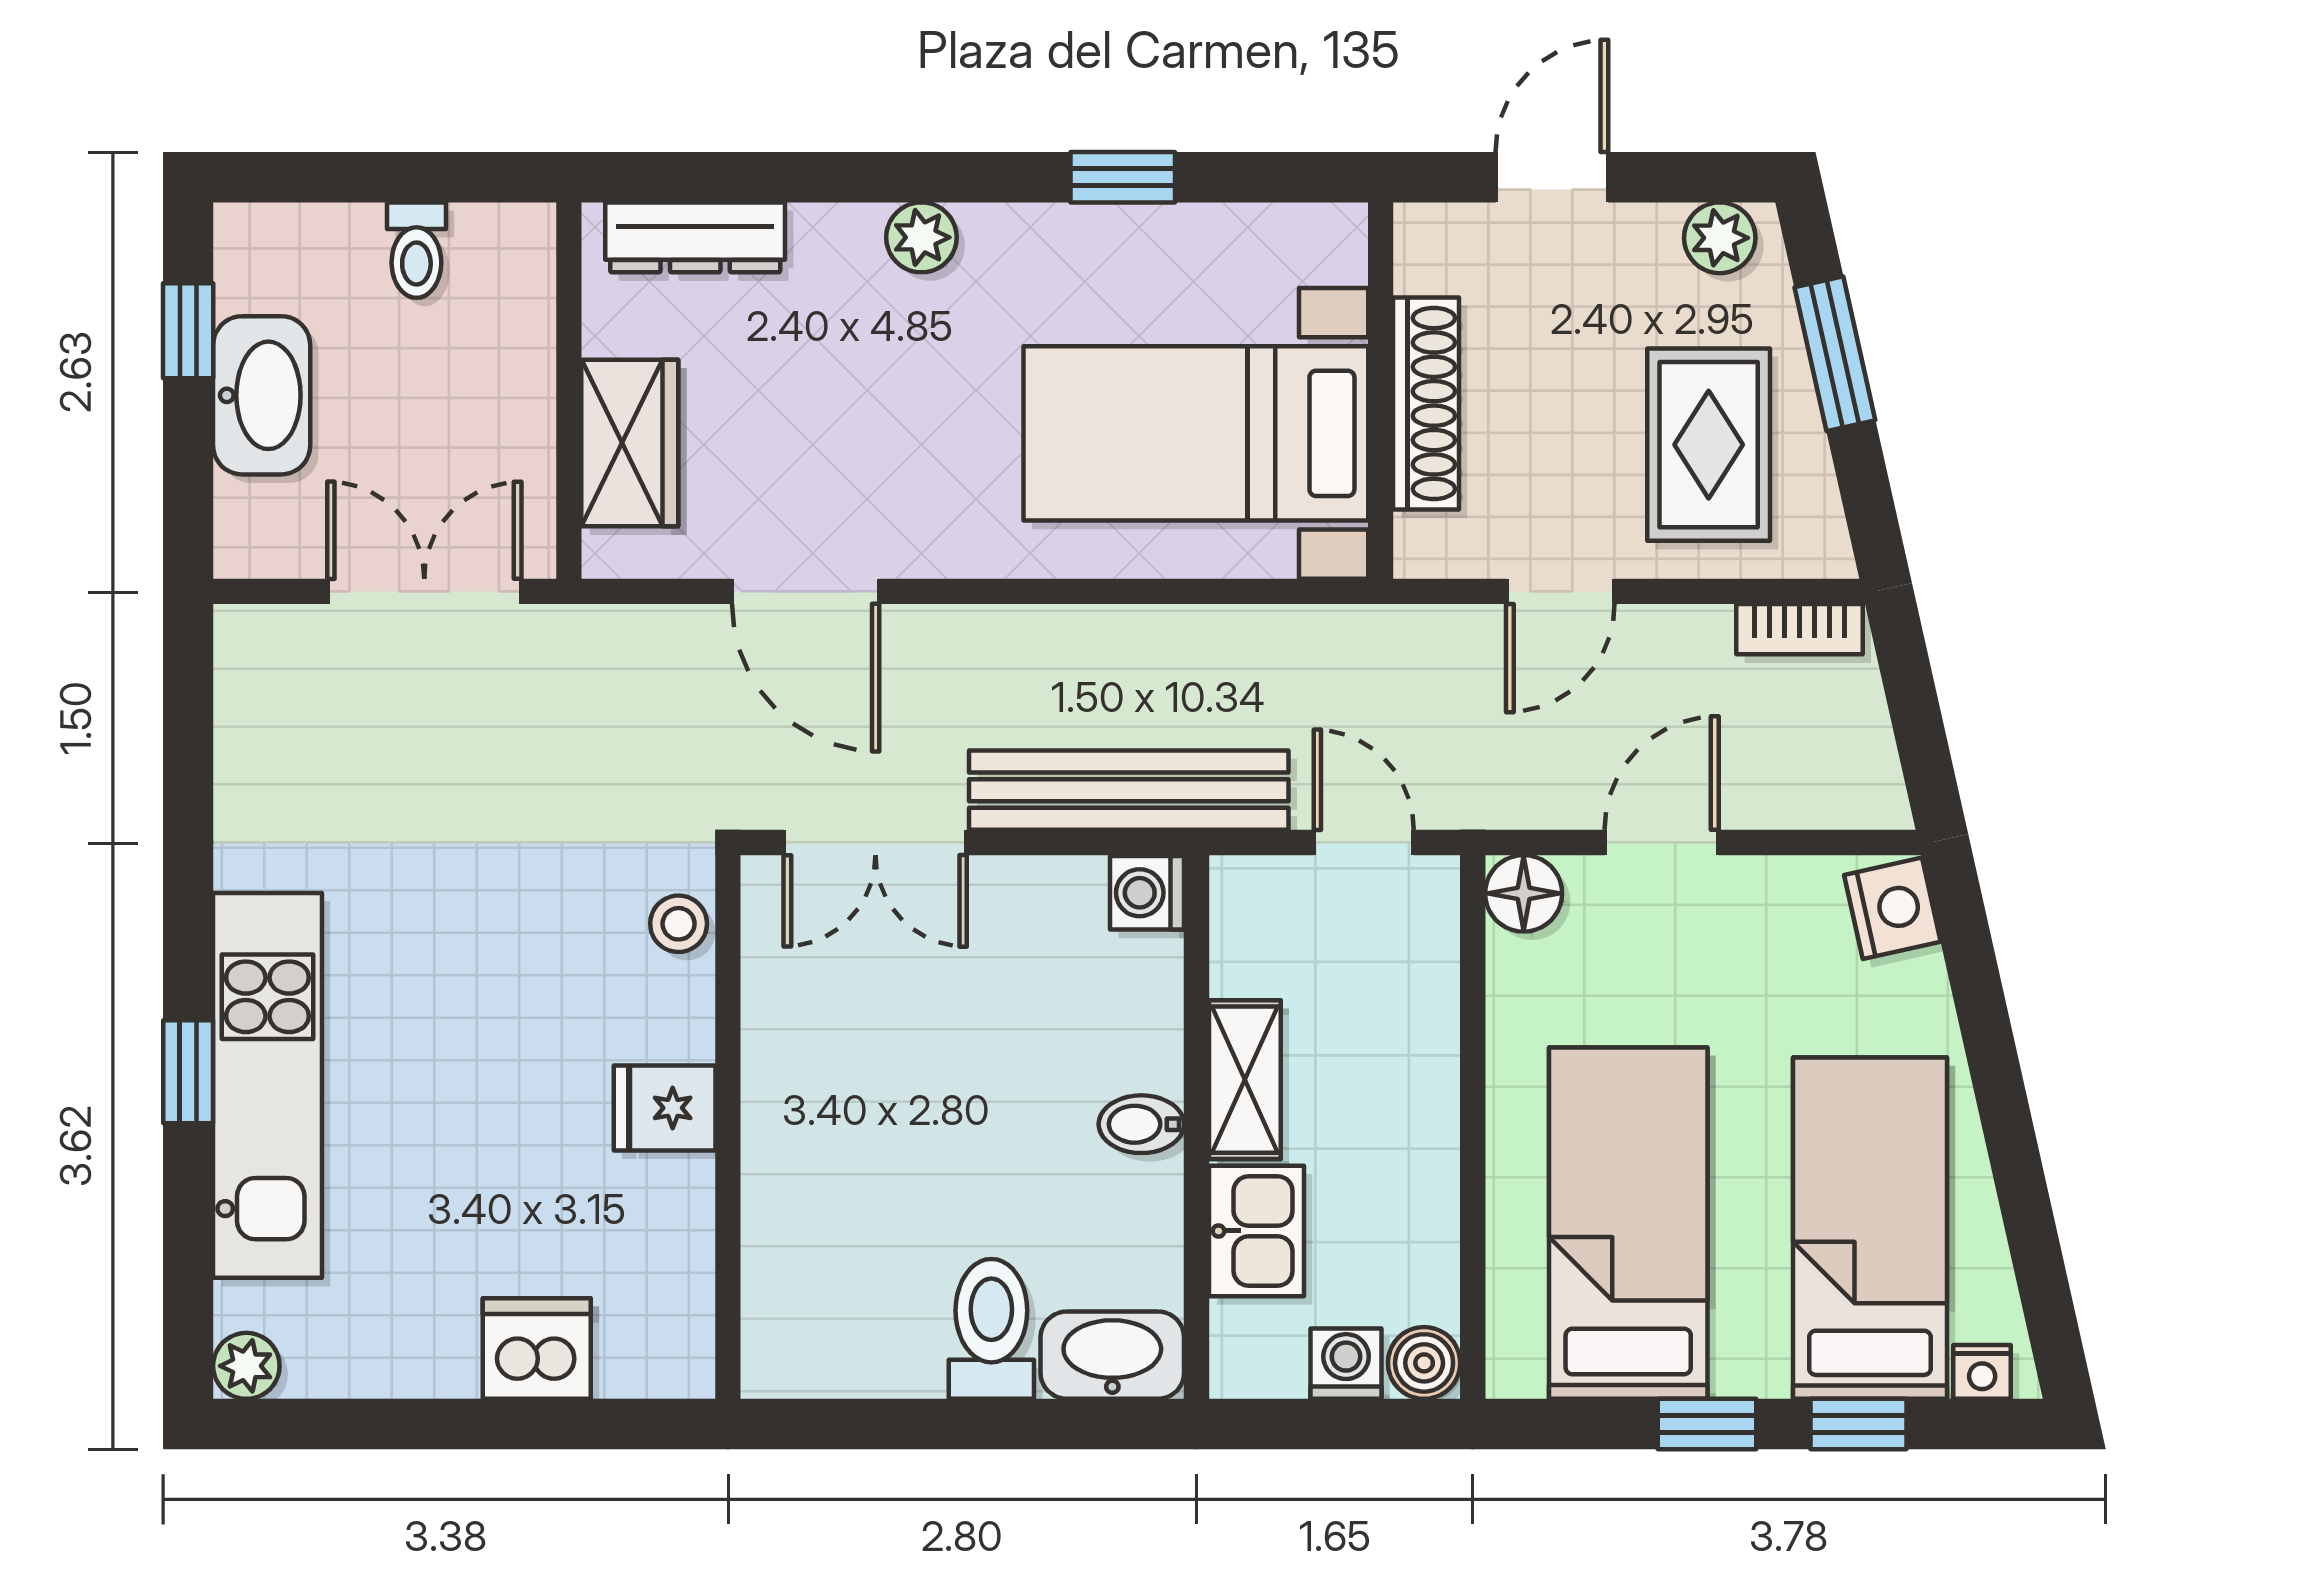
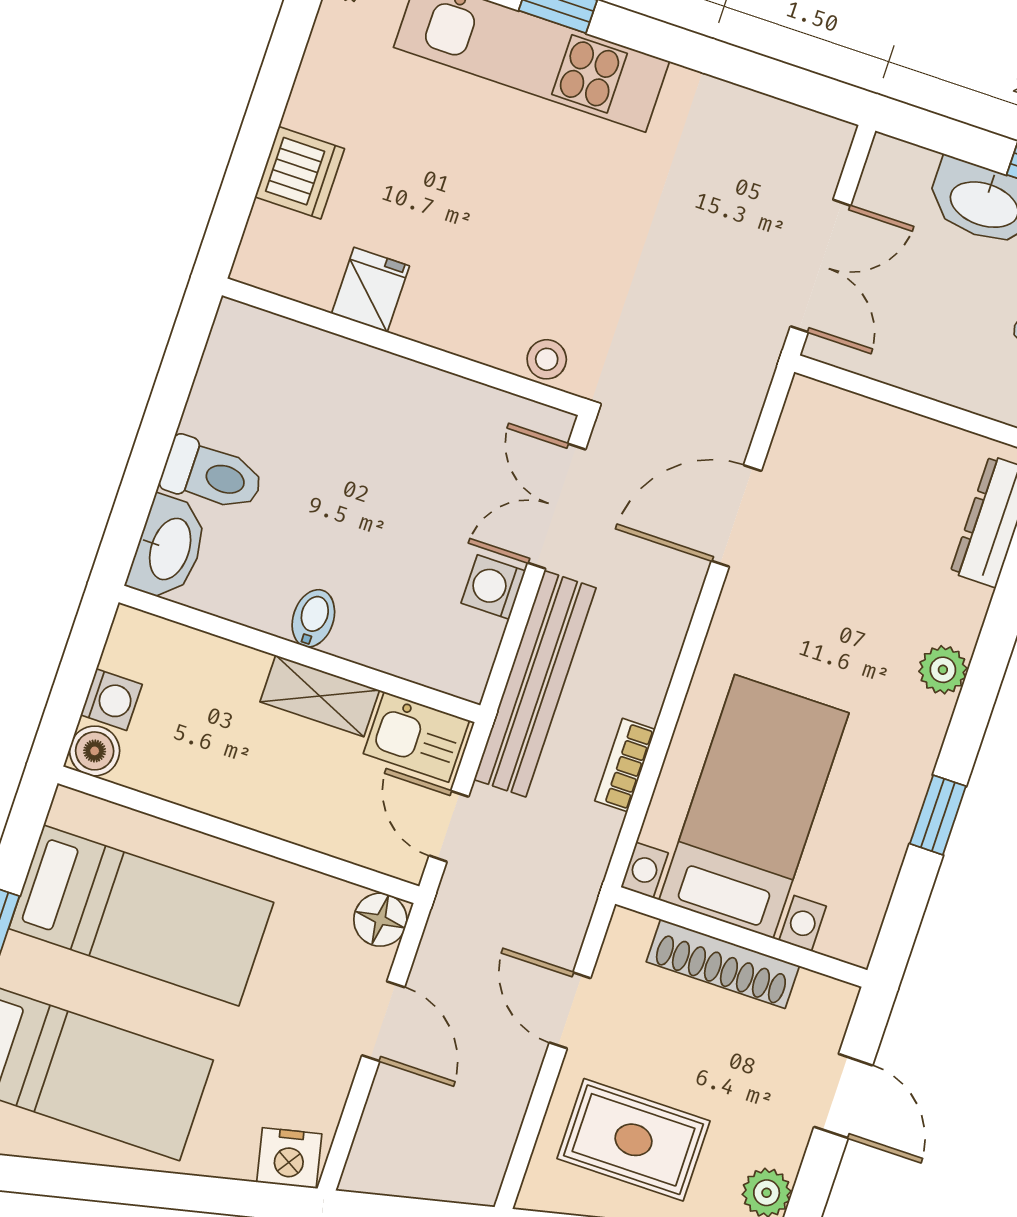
wardrobe: (630, 443) -> (872, 433), removed
bookcase: (1799, 629) -> (625, 765), moved
door: (1364, 842) -> (449, 826), swing flipped
washing machine: (1147, 893) -> (493, 587), moved, turned -90
fridge: (665, 1108) -> (371, 290), moved
kitchen sink: (1256, 1231) -> (416, 737), moved

